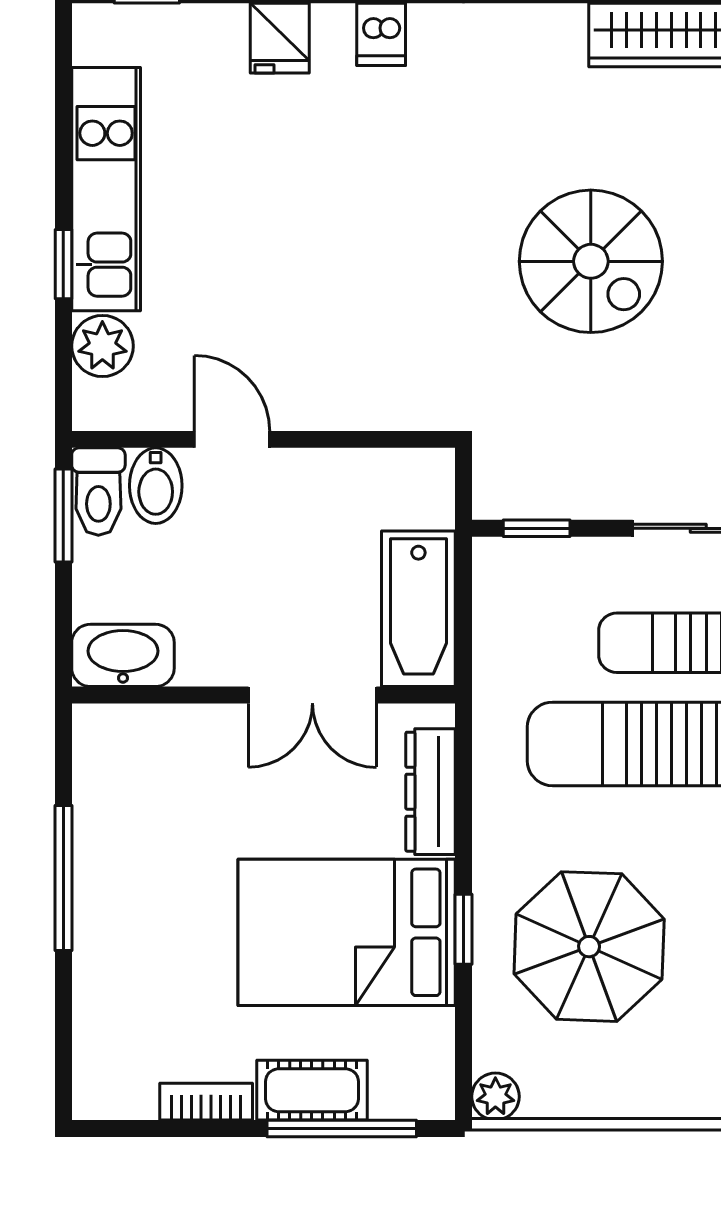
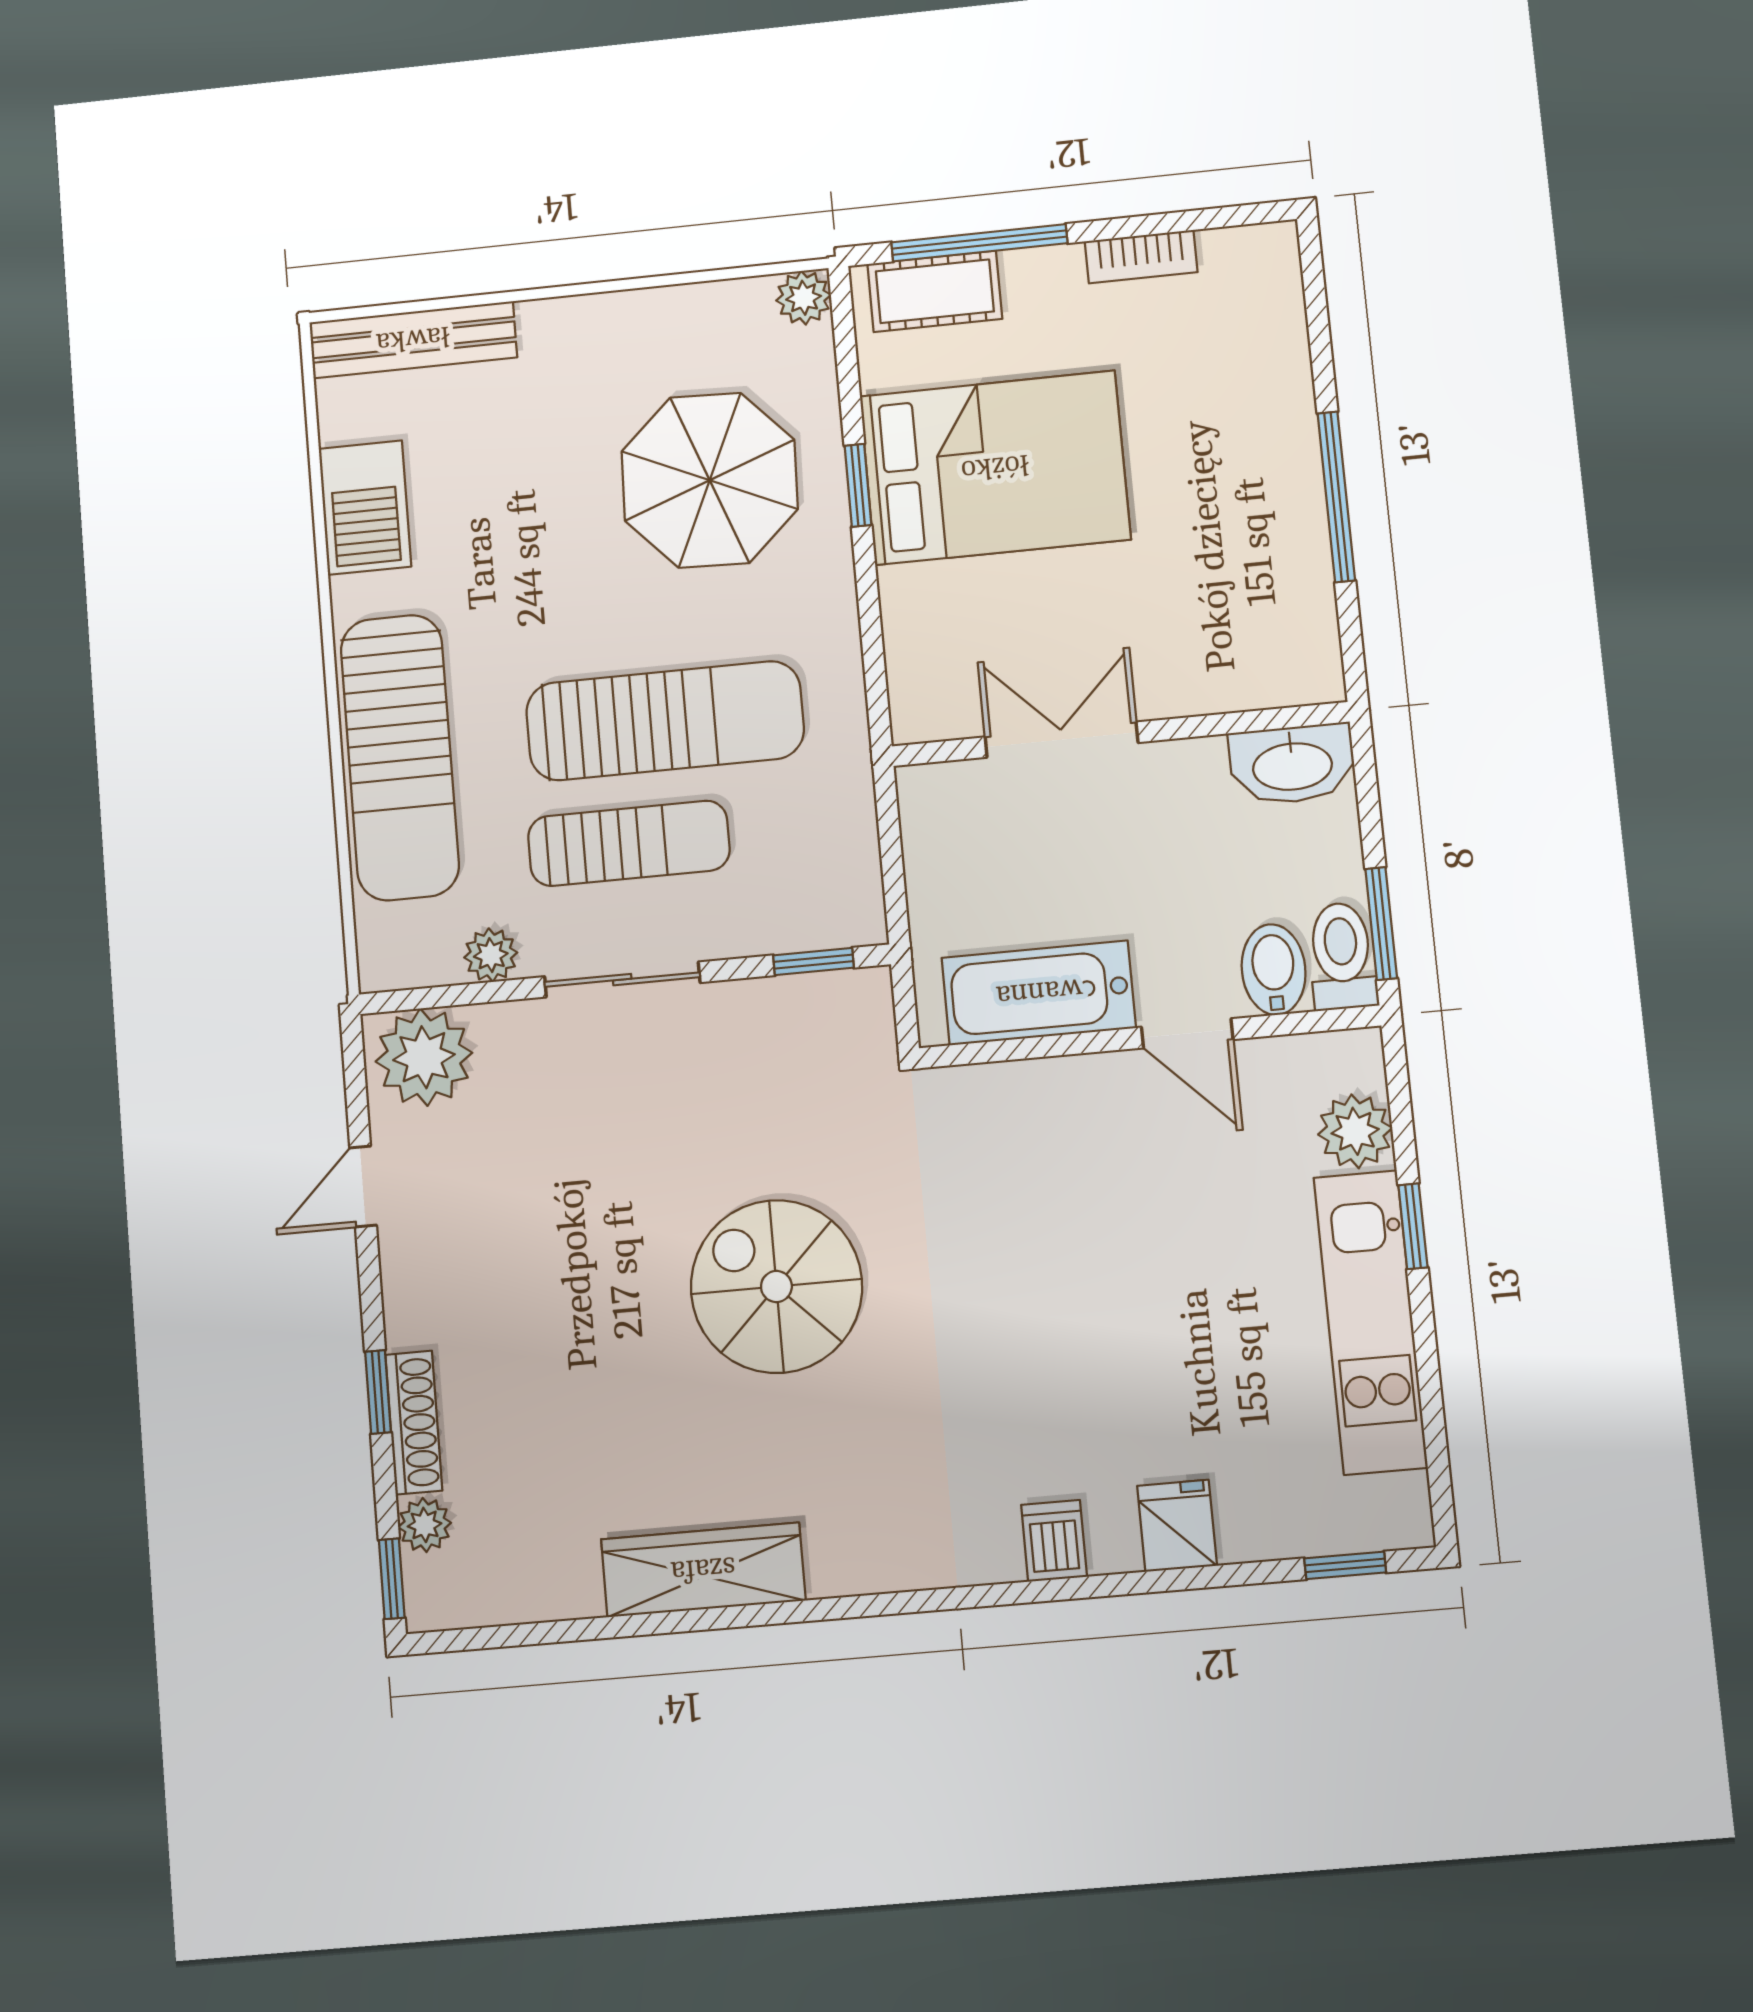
bathtub: (418, 609) -> (1039, 993), moved, turned -90
dresser: (431, 792) -> (911, 640), removed
cot: (312, 1090) -> (935, 291), moved

